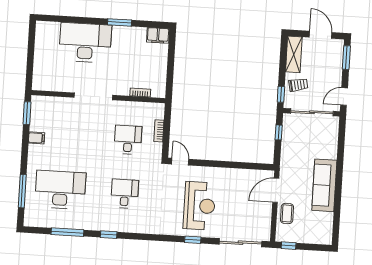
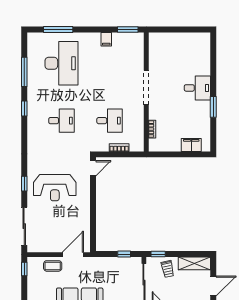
filing cabinet: (158, 35) -> (191, 145), moved, turned 90
desk: (85, 43) -> (197, 88), width x0.53, depth x0.77
door: (276, 190) -> (73, 255), hinge flipped

